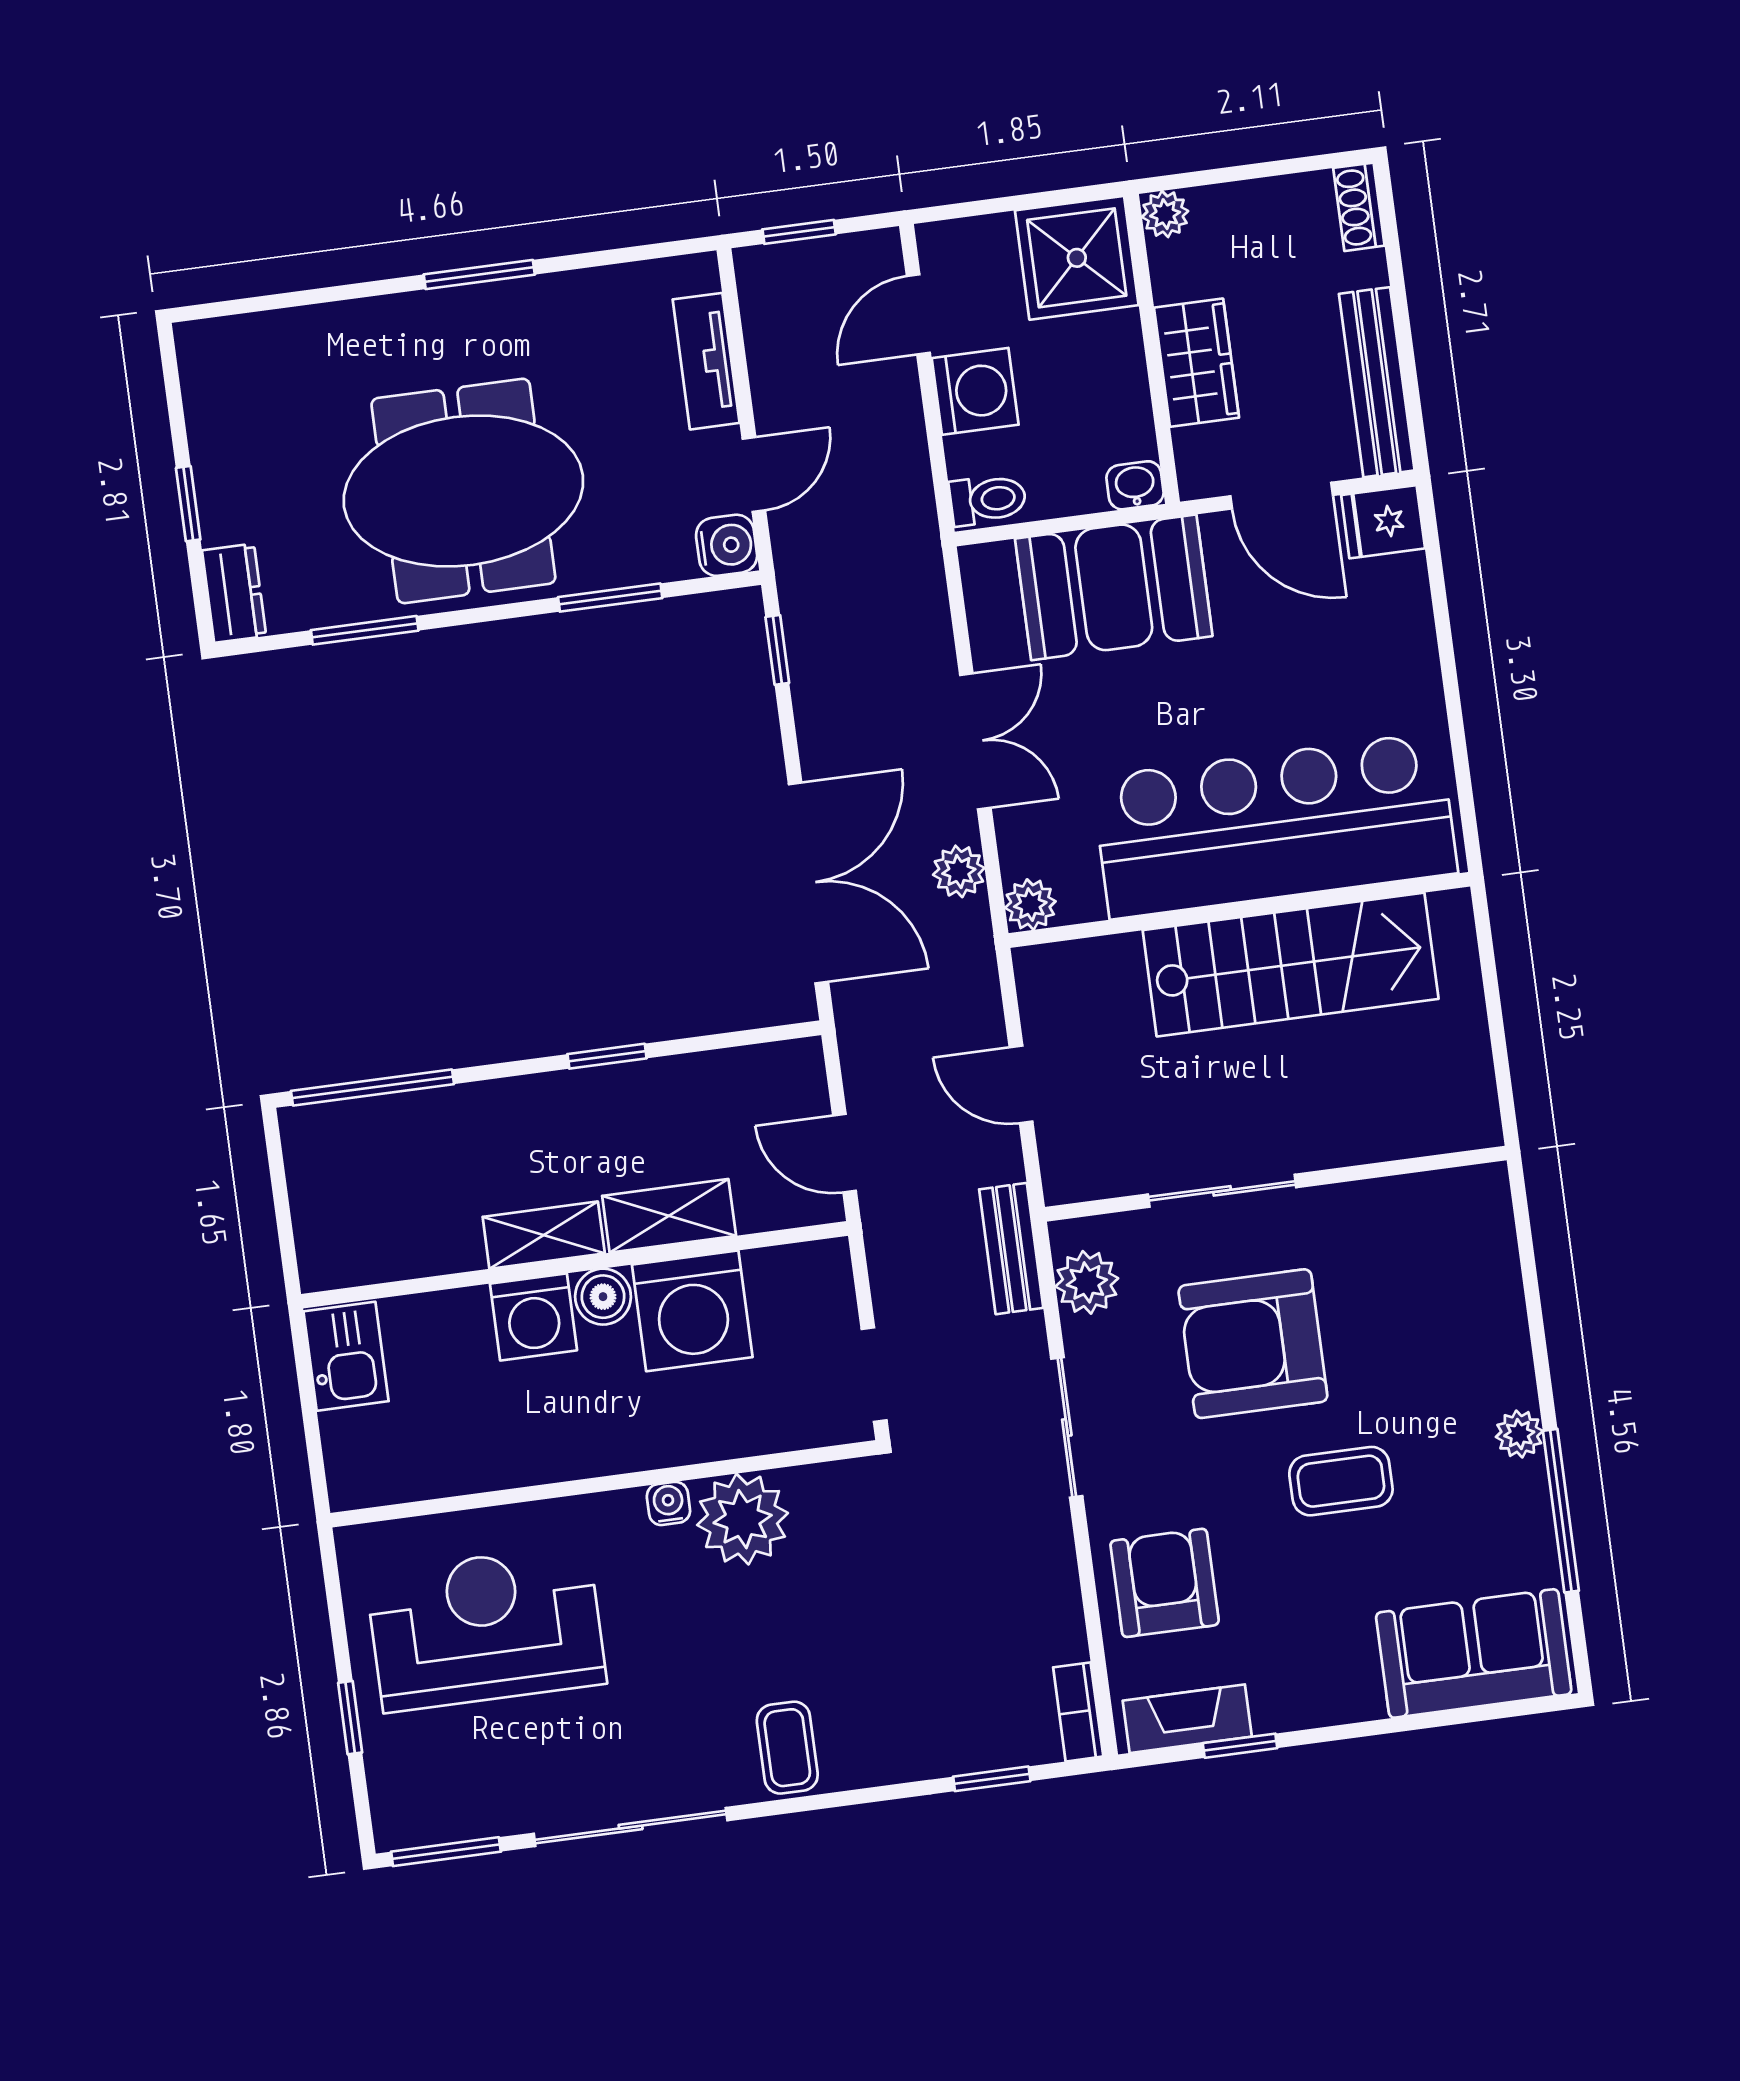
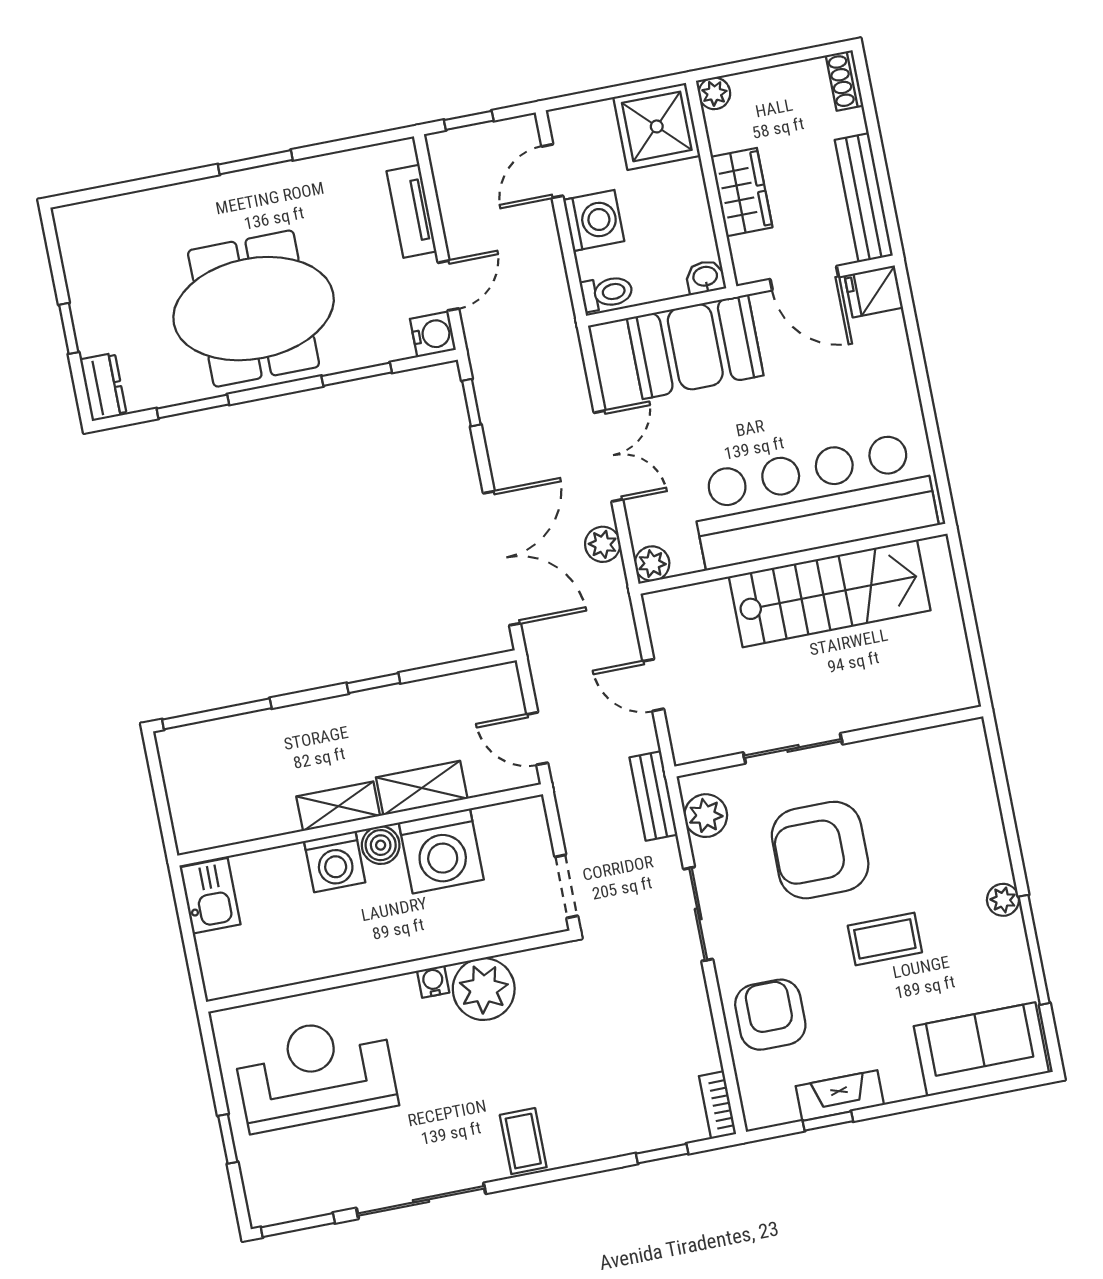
fireplace: (1187, 1719) -> (840, 1096), moved

